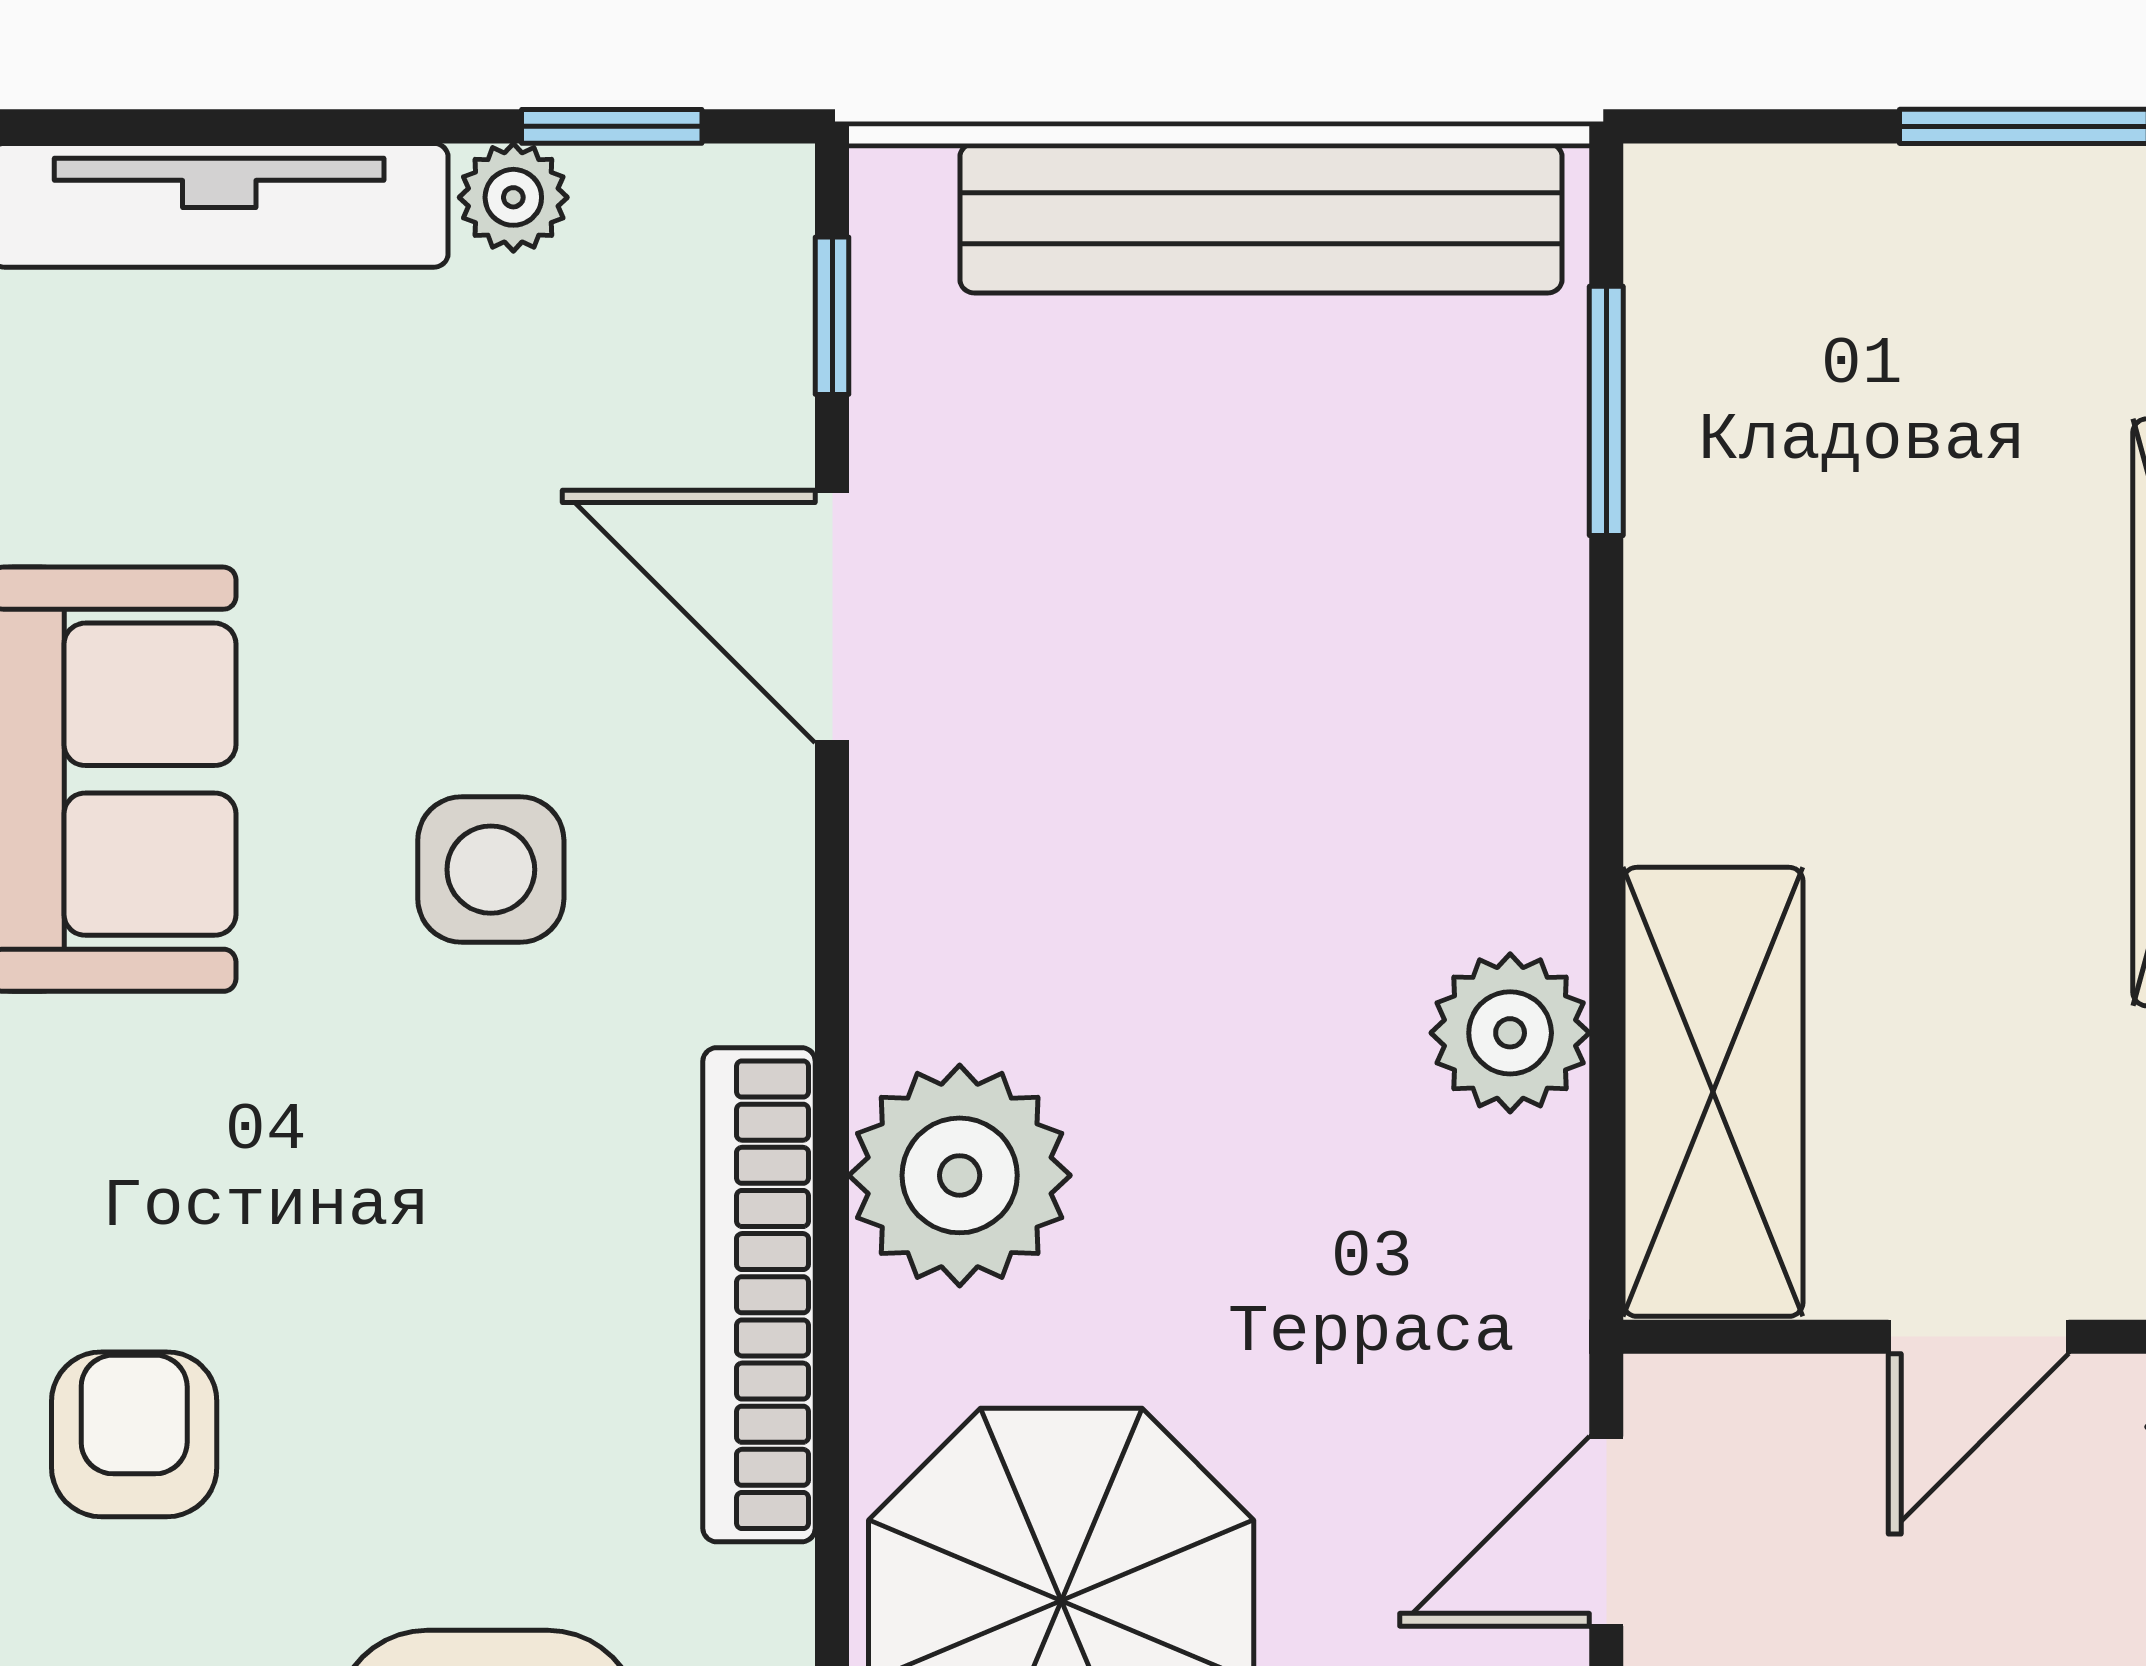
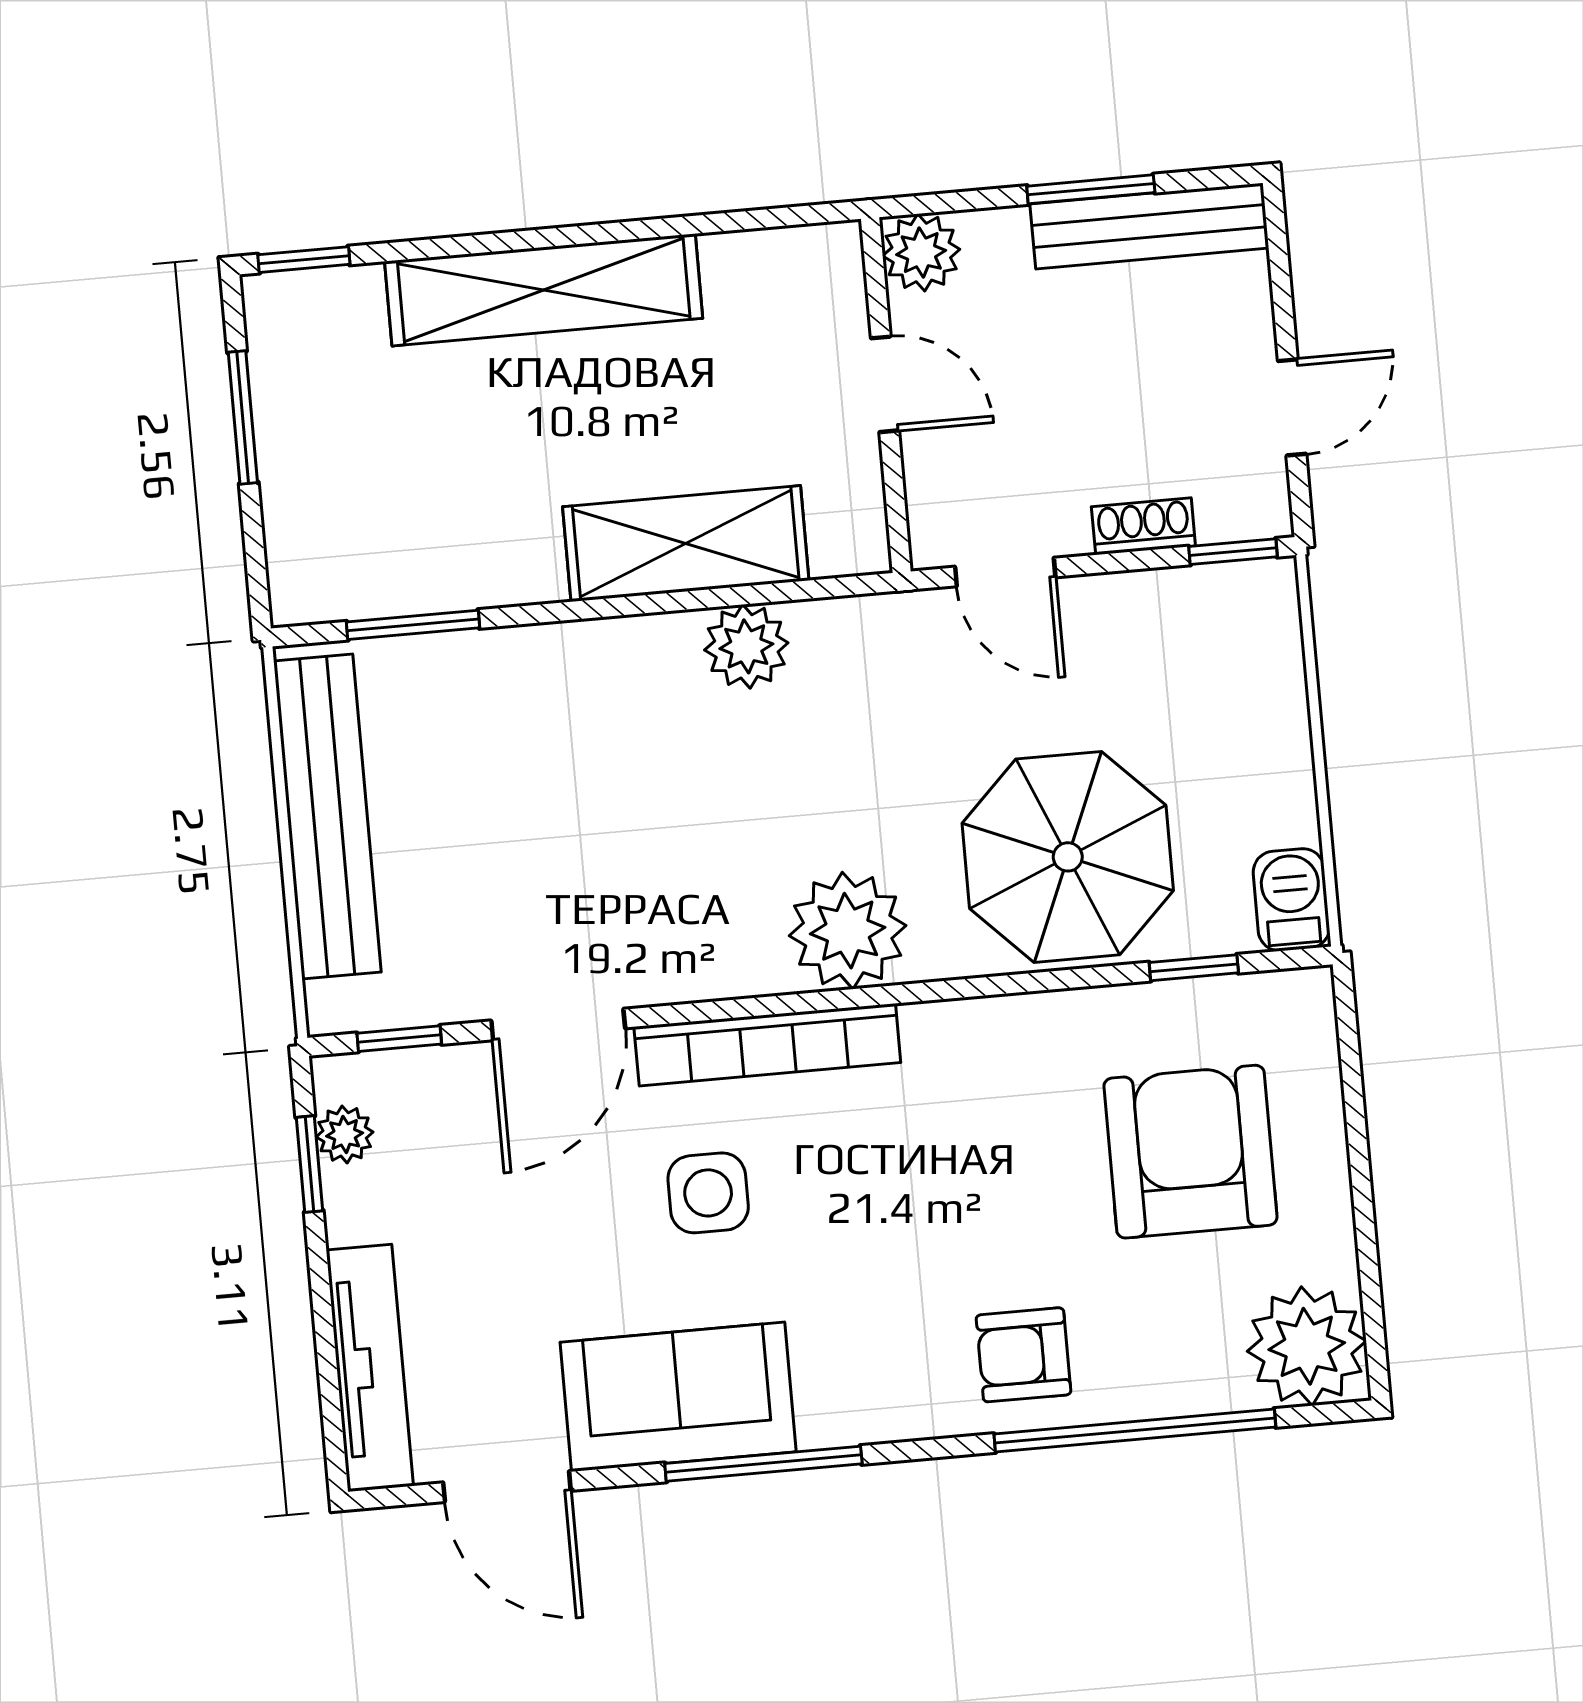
plant: (513, 197) -> (345, 1134), moved
shelving: (1713, 1092) -> (686, 544), moved
bookcase: (759, 1295) -> (767, 1045), moved

